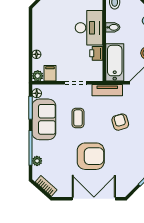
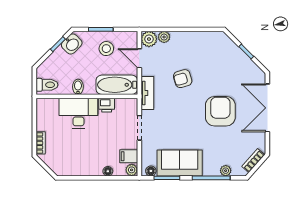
coffee table: (78, 118) -> (178, 125), removed

